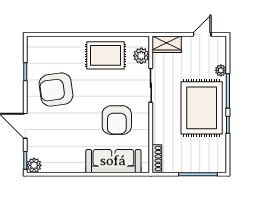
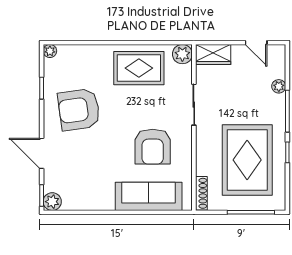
door: (202, 34) -> (256, 43), swing flipped
plant: (32, 41) -> (50, 51), added
plant: (141, 56) -> (182, 54), moved
rug: (202, 108) -> (247, 160), moved

